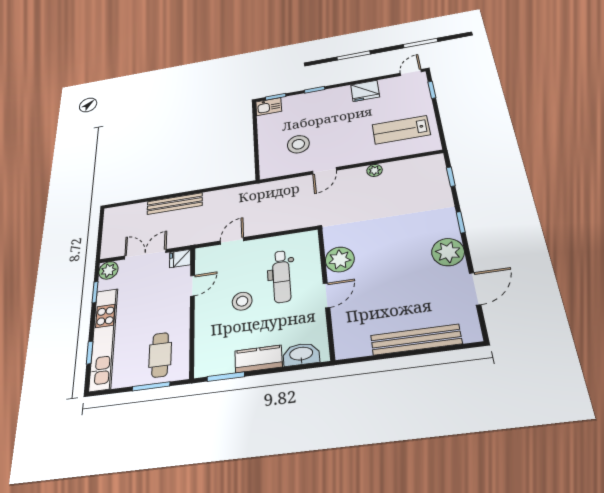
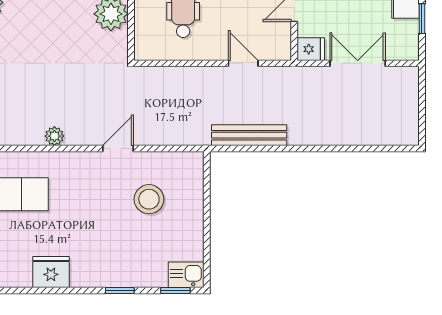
bench: (175, 204) -> (249, 135), moved
door: (232, 241) -> (243, 63), swing flipped
double door: (145, 254) -> (358, 63), swing flipped
plant: (108, 270) -> (406, 48), removed

